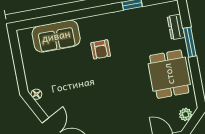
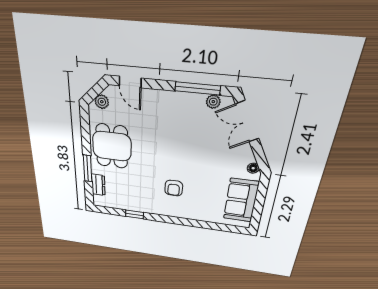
sofa: (56, 36) -> (241, 200), moved, turned -90
armchair: (101, 49) -> (174, 188), turned 180

